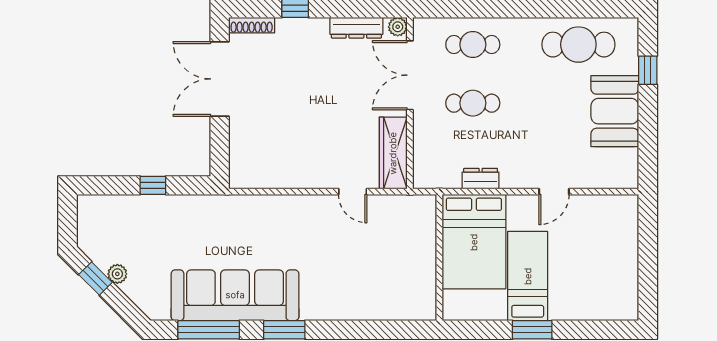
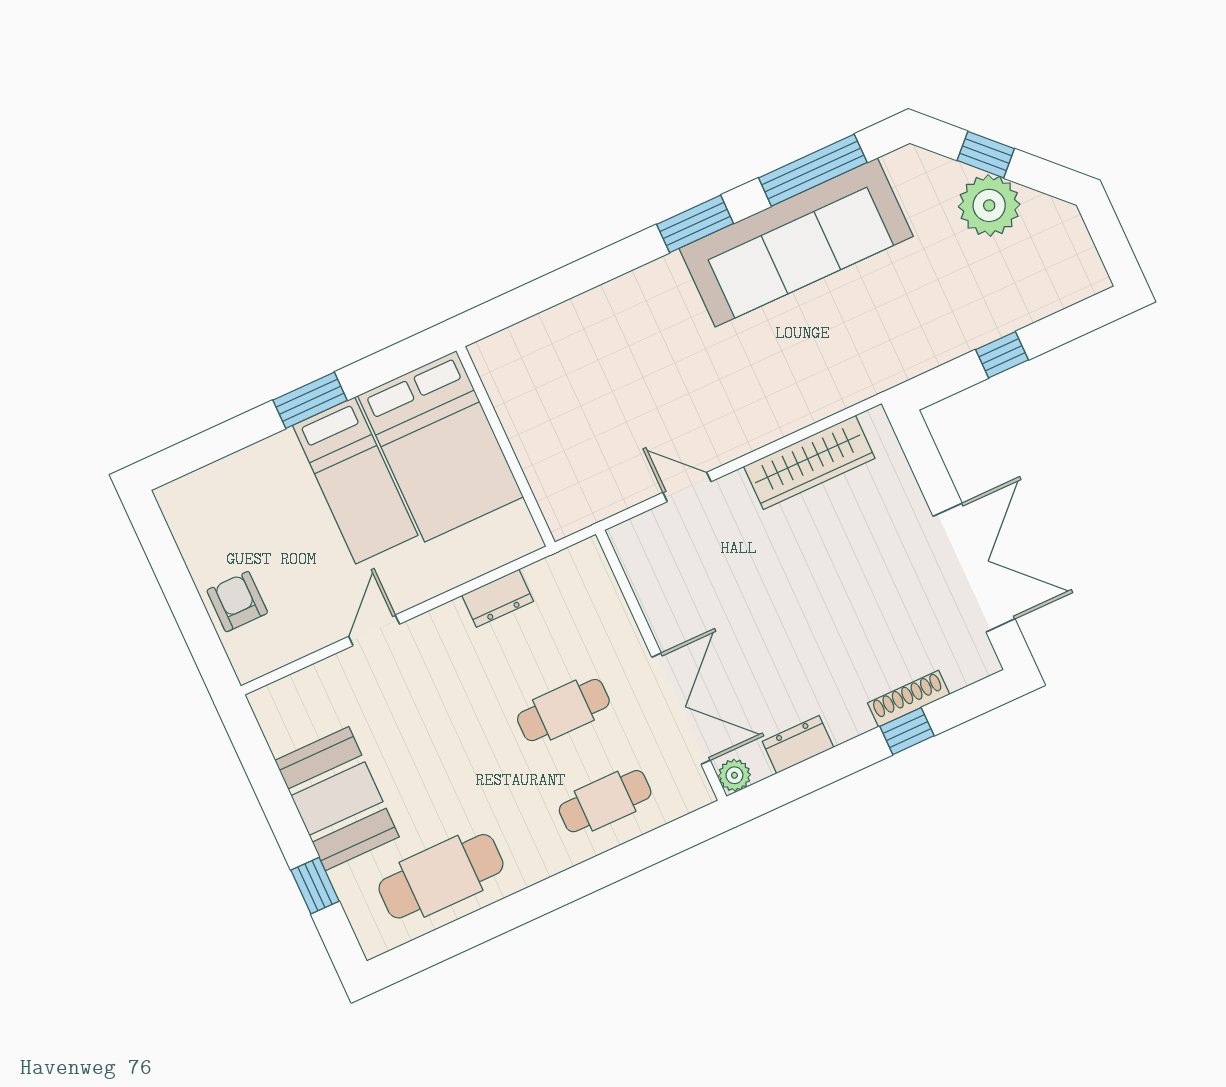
shoe rack: (252, 25) -> (909, 699), moved
dresser: (356, 28) -> (798, 744), width x0.70
wardrobe: (393, 153) -> (809, 462), moved, turned 90
armchair: (620, 240) -> (237, 602), added
bed: (474, 242) -> (440, 446), moved, turned 180
plant: (117, 274) -> (989, 205), width x1.88, depth x1.88
window: (95, 279) -> (986, 155), moved

